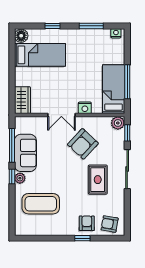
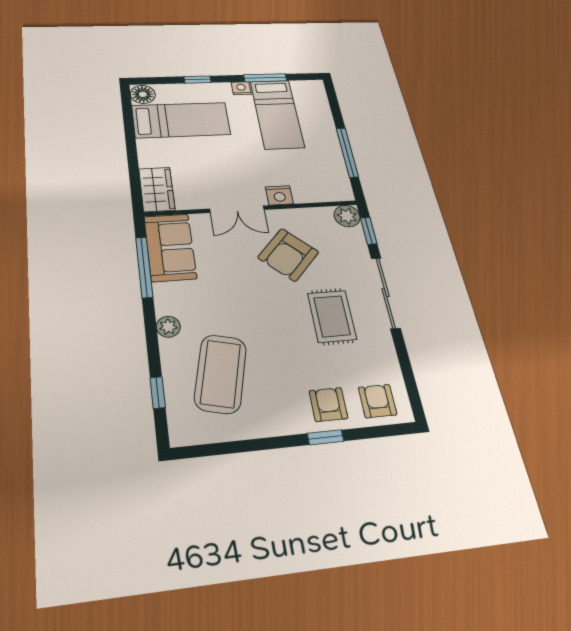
nightstand: (116, 33) -> (241, 88), moved
bed: (114, 89) -> (277, 114), moved, turned 180
sofa: (25, 153) -> (170, 247), moved
window: (12, 177) -> (158, 393), moved
coffee table: (41, 204) -> (221, 374), turned -76
armchair: (110, 224) -> (378, 401), turned 80

